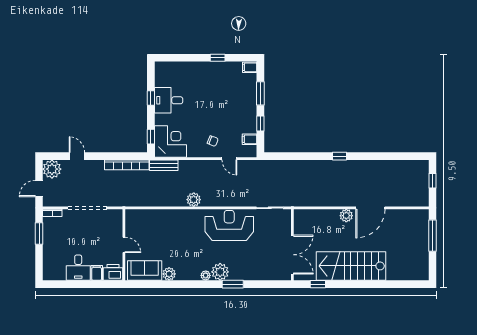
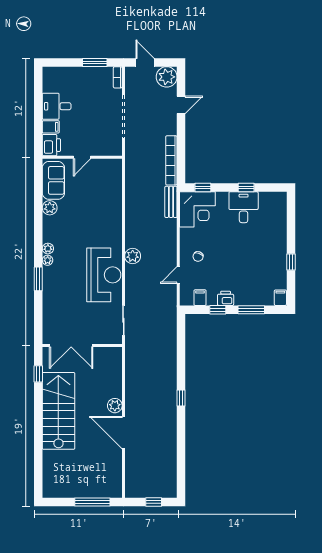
printer: (250, 116) -> (226, 298), added
plant: (194, 200) -> (133, 256), moved
plant: (220, 272) -> (48, 260), width x0.53, depth x0.53

